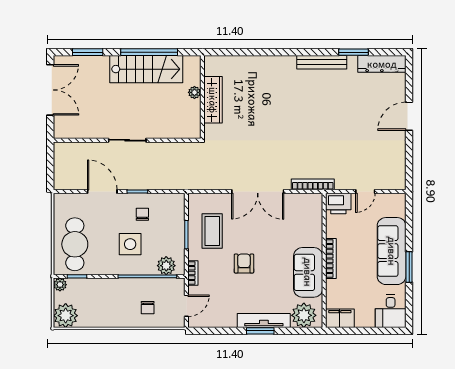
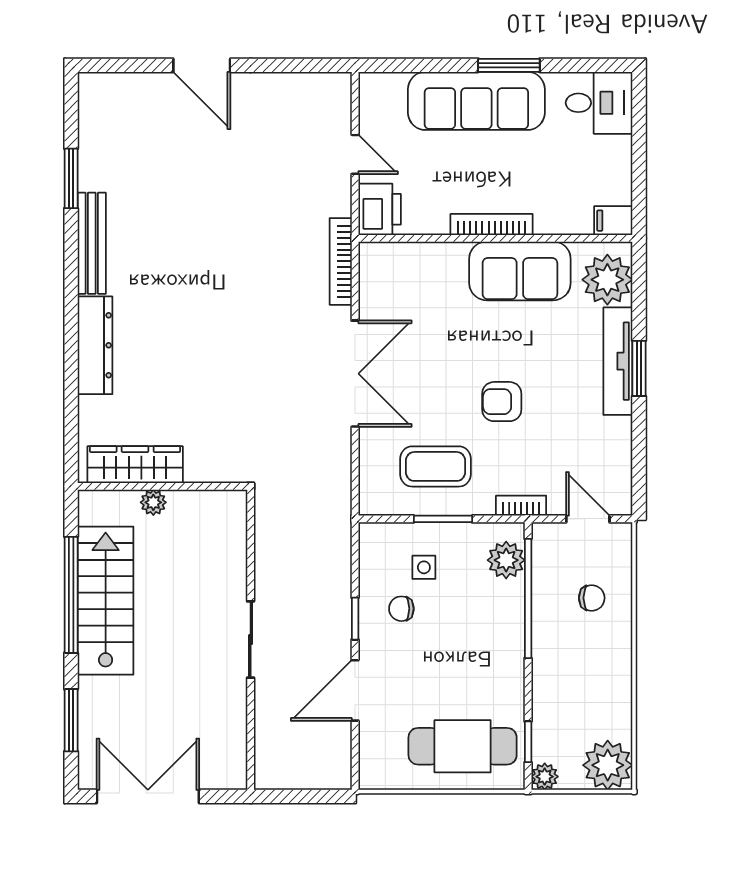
dresser: (382, 64) -> (95, 345), moved
wardrobe: (213, 100) -> (135, 465), moved
side table: (130, 244) -> (424, 567), moved, width x0.54, depth x0.54
filing cabinet: (340, 318) -> (613, 221), width x0.50

